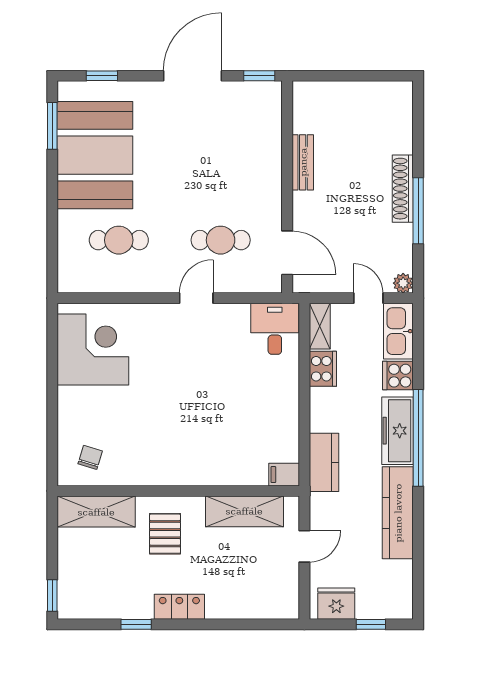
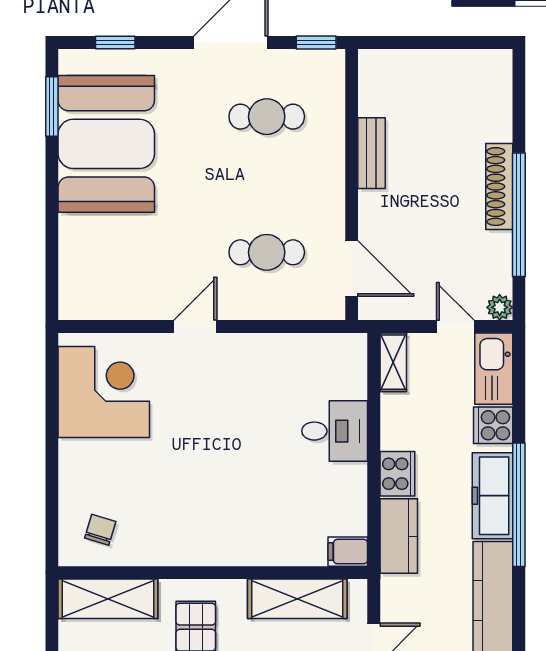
window: (418, 211) -> (519, 215), width x1.46
cafe table: (119, 240) -> (267, 117), moved
door: (196, 298) -> (195, 326), moved
desk: (275, 329) -> (335, 431), moved, turned 90
cooker: (323, 369) -> (397, 474), moved

